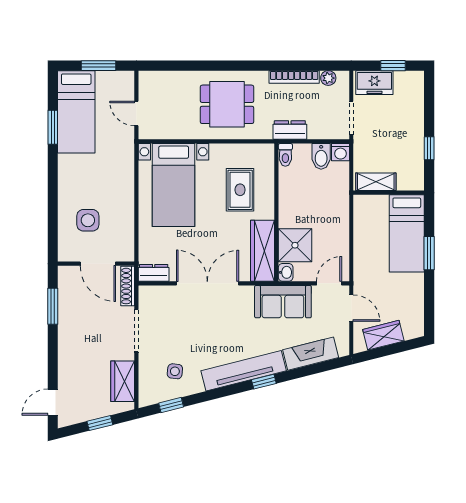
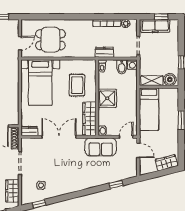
freezer: (374, 83) -> (155, 26), width x1.40
dining table: (227, 104) -> (50, 40), moved
door: (136, 113) -> (20, 43), swing flipped
boiler: (409, 180) -> (170, 80), added
bed: (407, 233) -> (149, 109), moved
shower: (295, 245) -> (107, 98), moved
wardrobe: (383, 335) -> (166, 163), moved
fireplace: (311, 354) -> (116, 176), removed
tv unit: (244, 371) -> (79, 185), removed
window: (264, 382) -> (116, 184), moved

